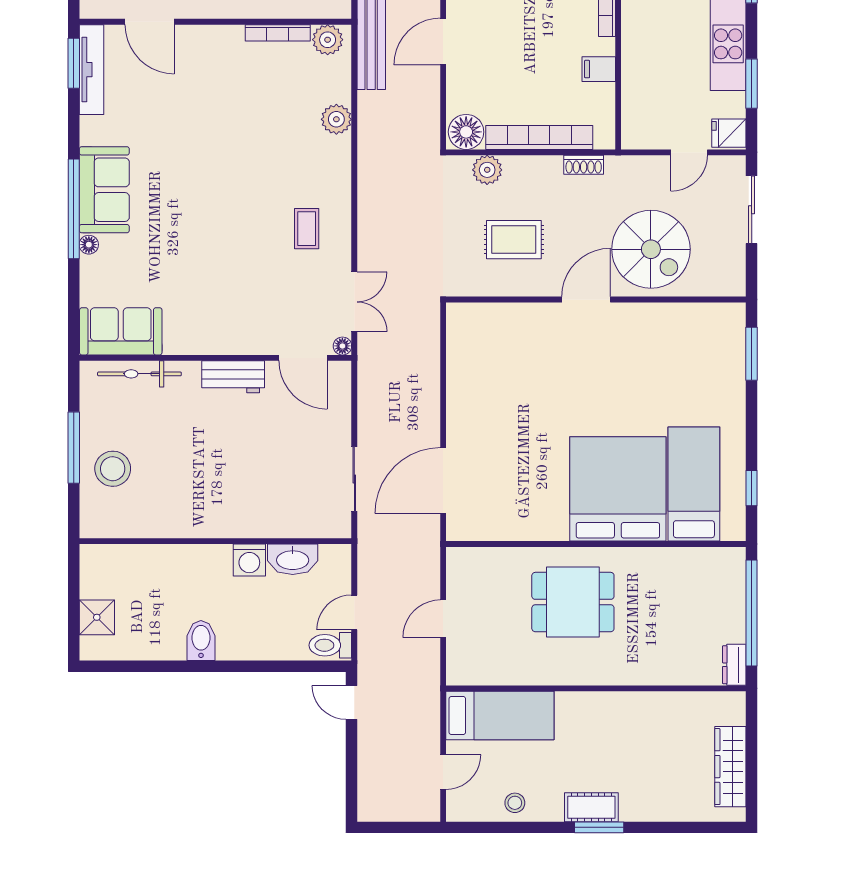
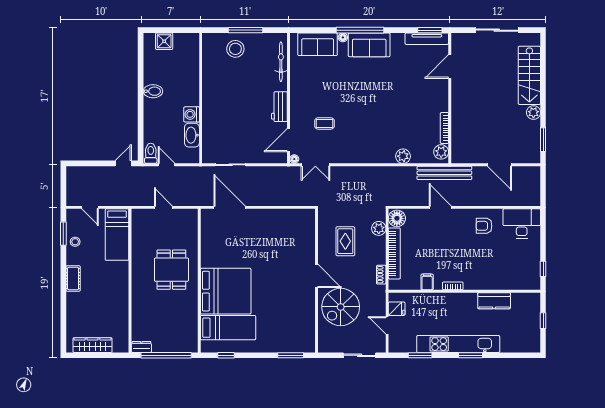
fridge: (729, 133) -> (397, 309), moved, turned 90
coffee table: (307, 229) -> (324, 123), moved
sofa: (121, 331) -> (318, 44), moved, turned 90
window: (599, 827) -> (63, 234), moved

